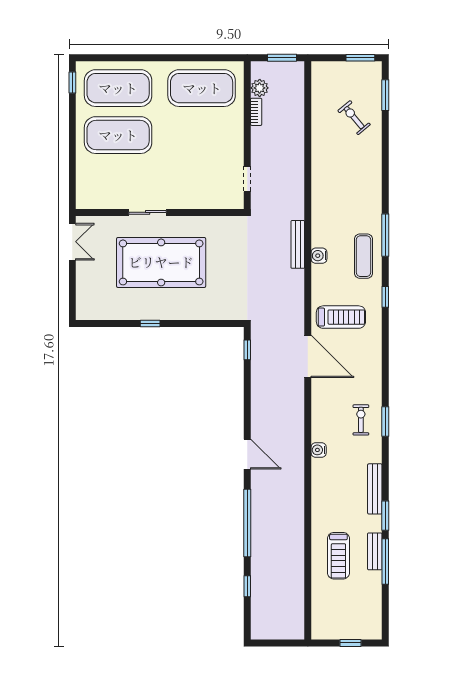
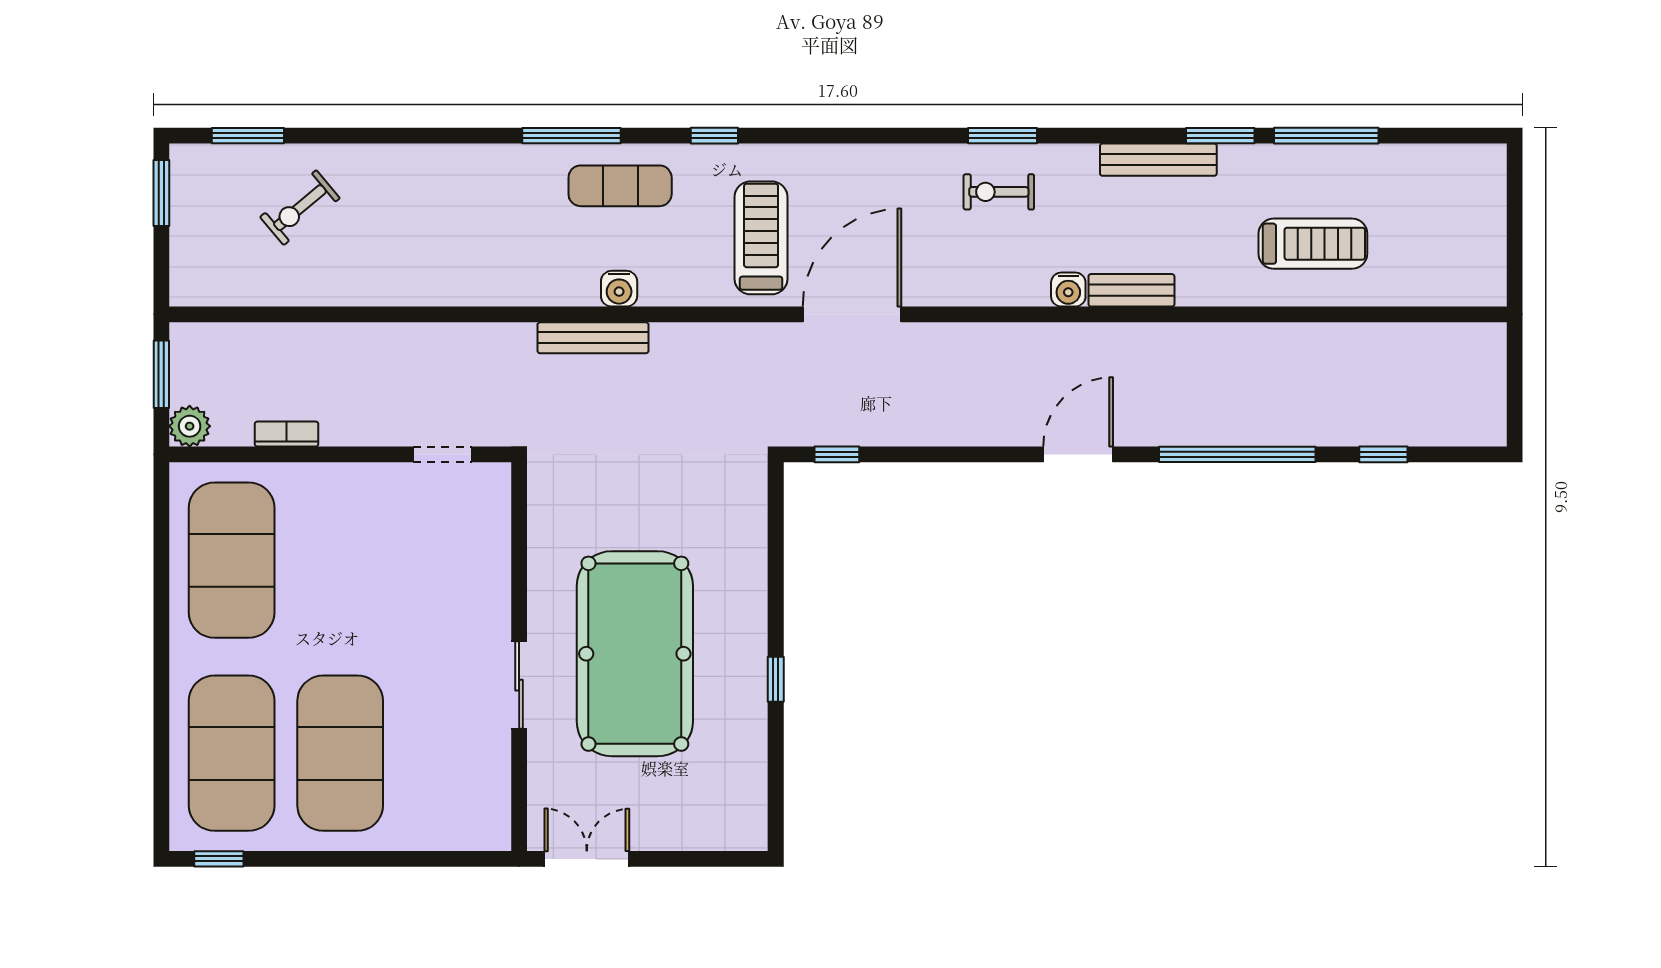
plant: (260, 88) -> (190, 426), moved
bench: (375, 551) -> (1131, 290), moved
window: (350, 643) -> (1515, 216), removed

